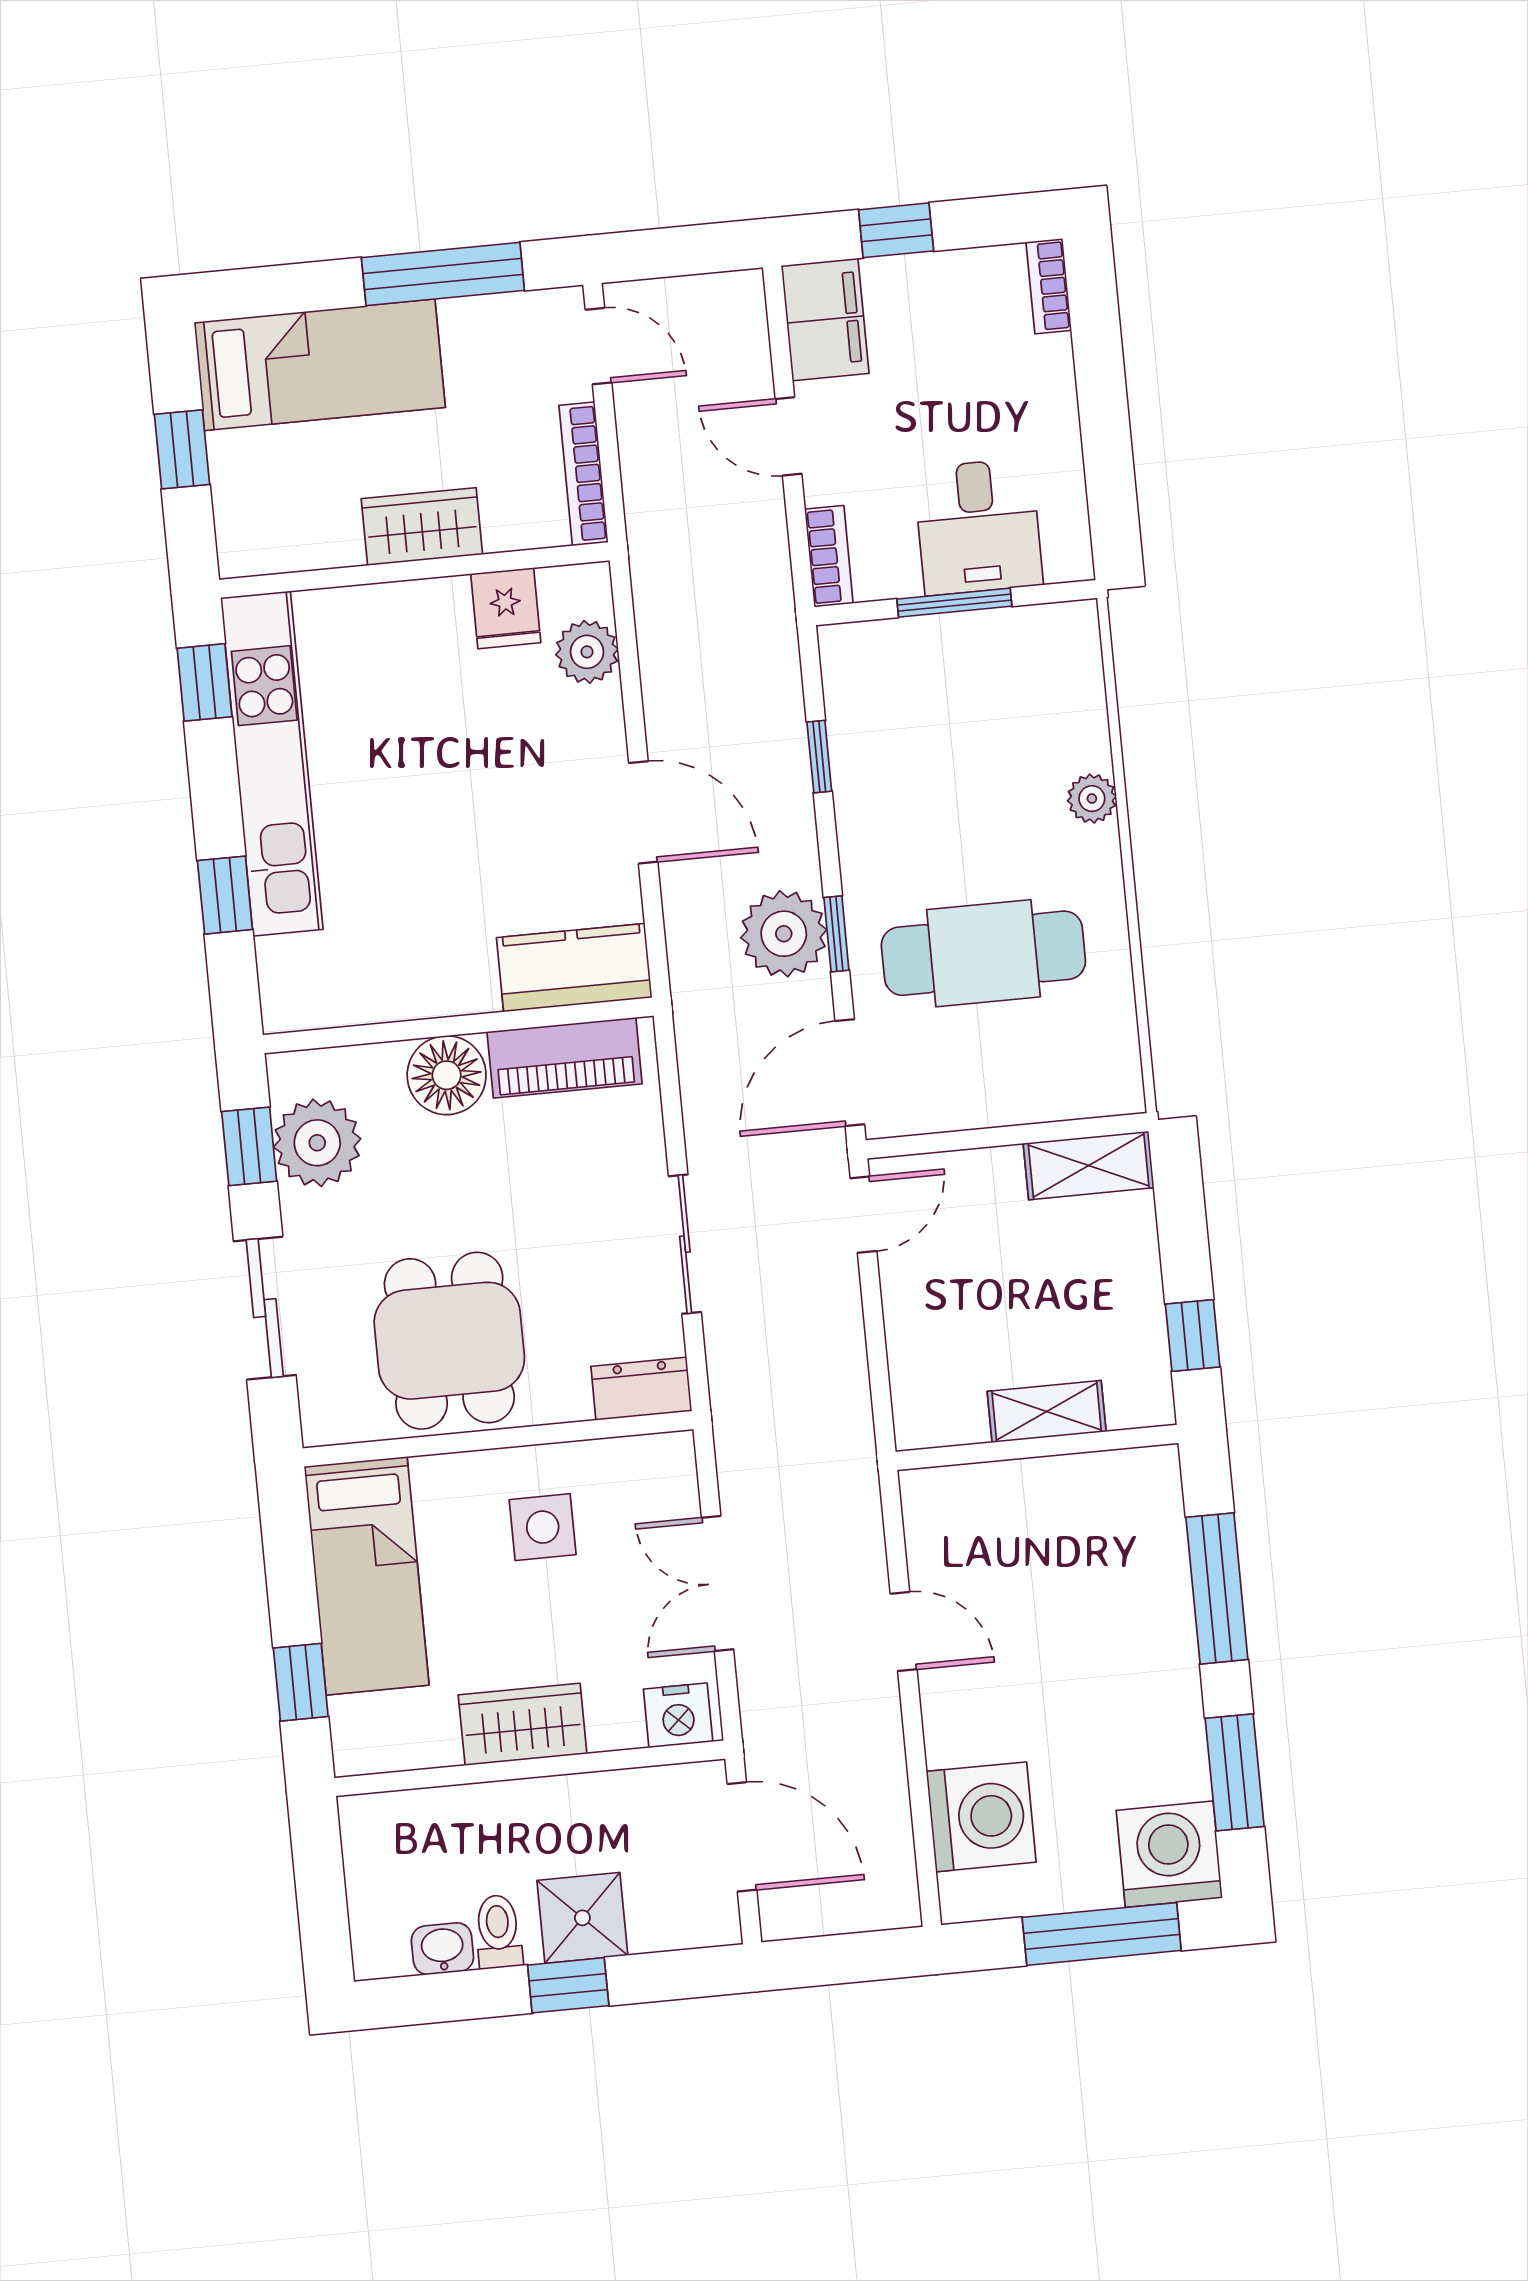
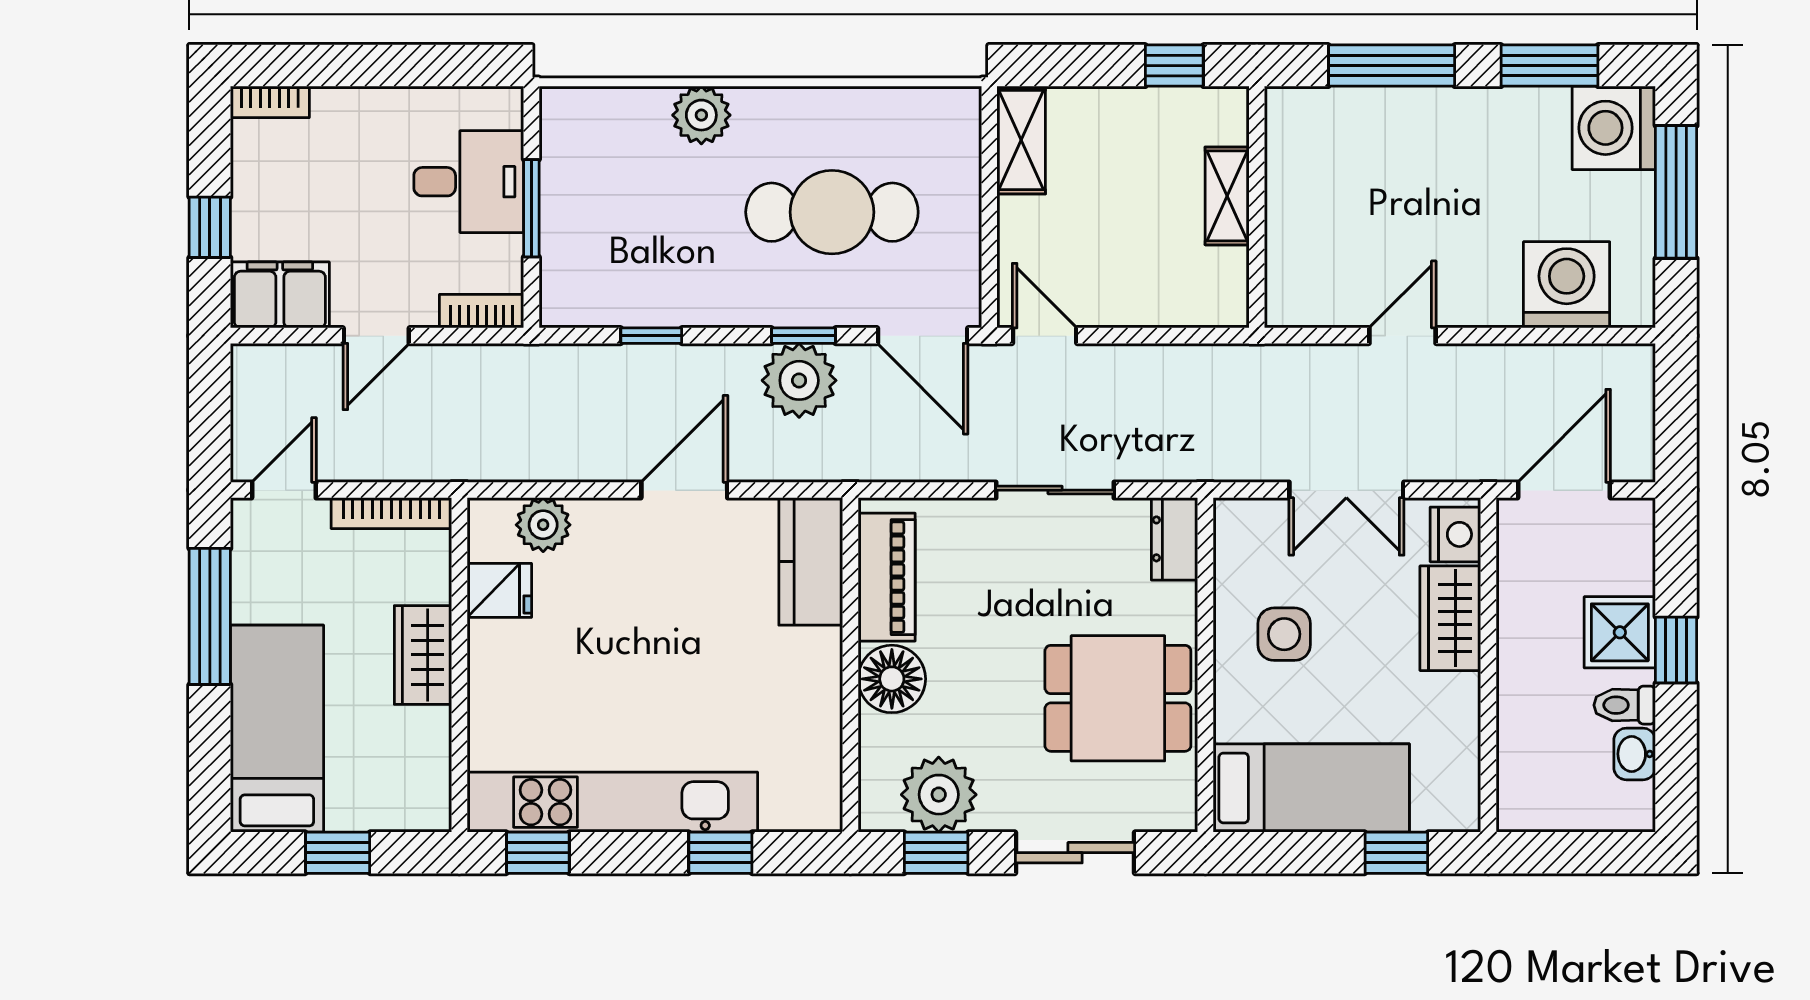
plant: (1092, 799) -> (701, 115), width x1.38, depth x1.38
cafe table: (983, 953) -> (832, 212), turned 90
wardrobe: (523, 1724) -> (1450, 618), moved

